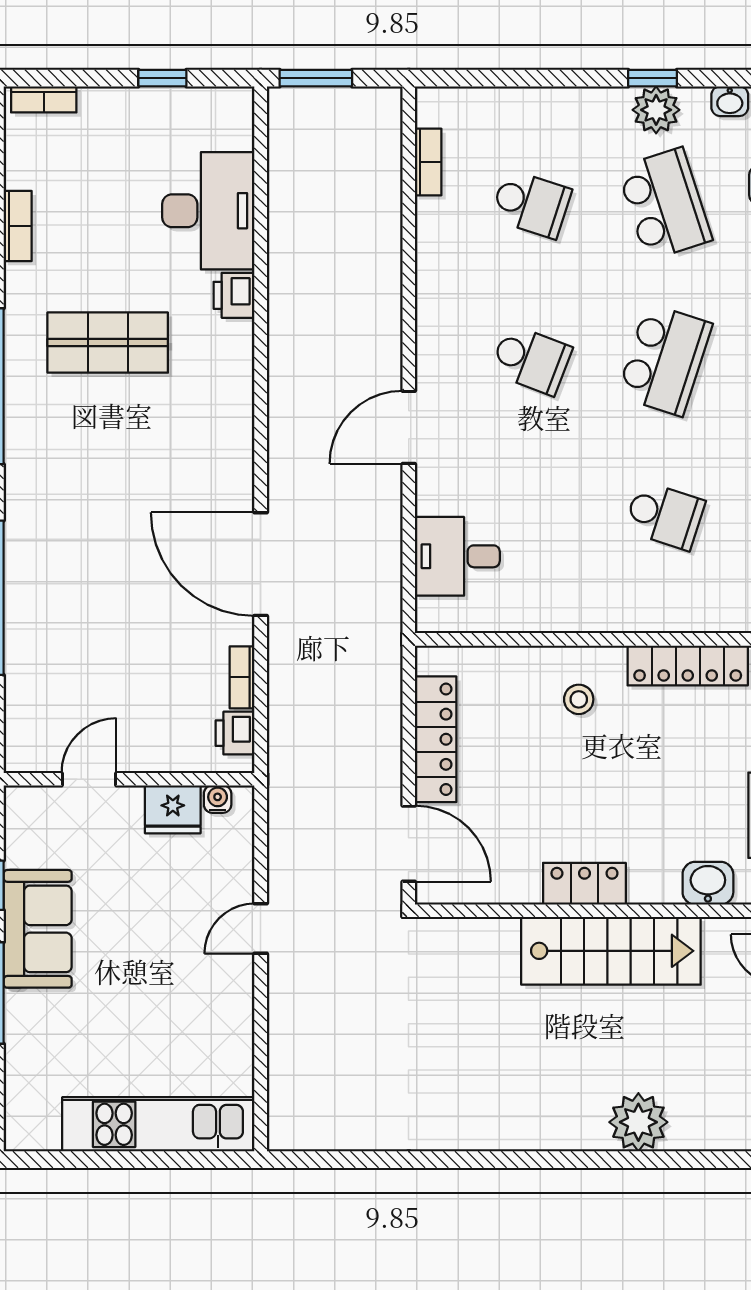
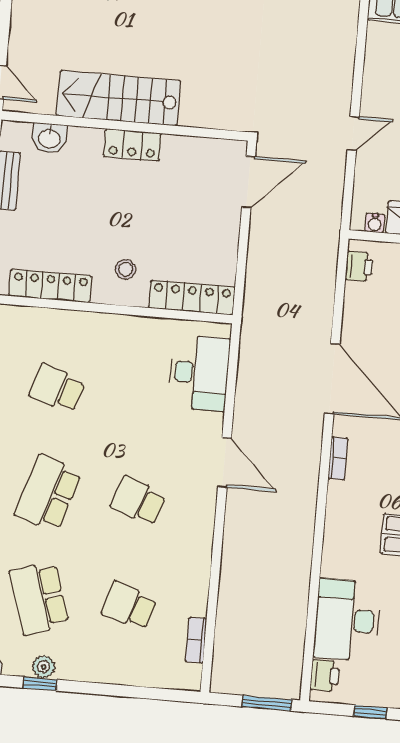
plant: (656, 110) -> (43, 667), width x0.73, depth x0.73
printer: (234, 295) -> (325, 675), moved
door: (409, 427) -> (224, 463), hinge flipped
desk: (457, 556) -> (199, 373), width x1.37
bookcase: (242, 677) -> (338, 458), moved
locker: (436, 739) -> (192, 297), moved, turned 90
door: (409, 844) -> (249, 182), swing flipped

